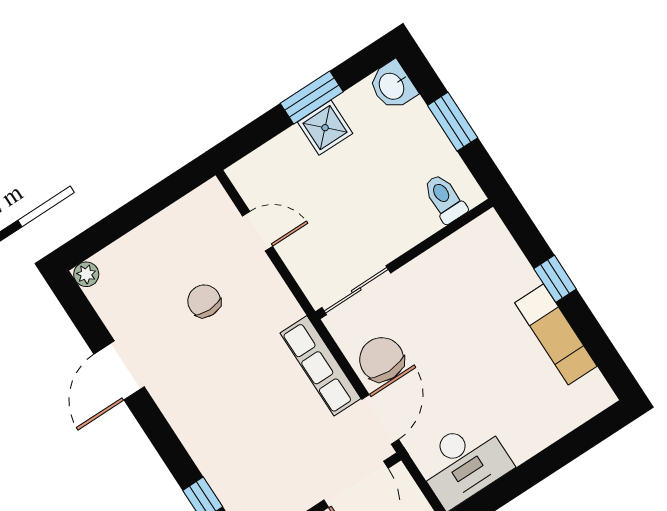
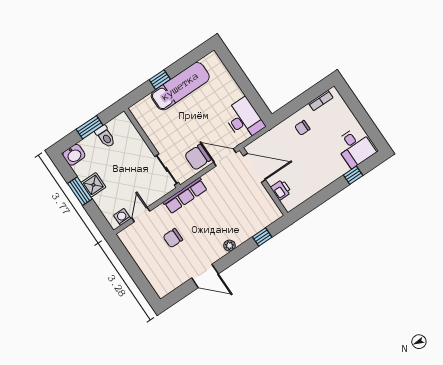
washing machine: (253, 190) -> (122, 217), added
toilet: (445, 199) -> (105, 136), moved, turned -90
plant: (86, 274) -> (229, 246), moved
exam couch: (556, 335) -> (180, 86), width x1.36, depth x1.45
row of seats: (320, 366) -> (185, 196), moved

